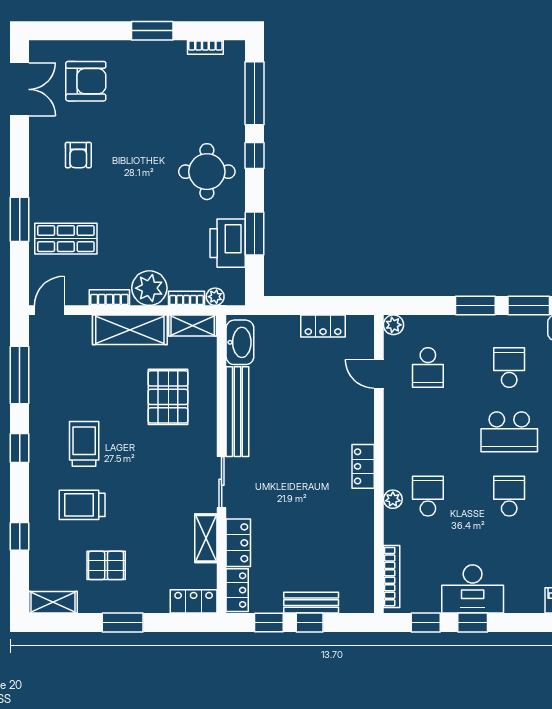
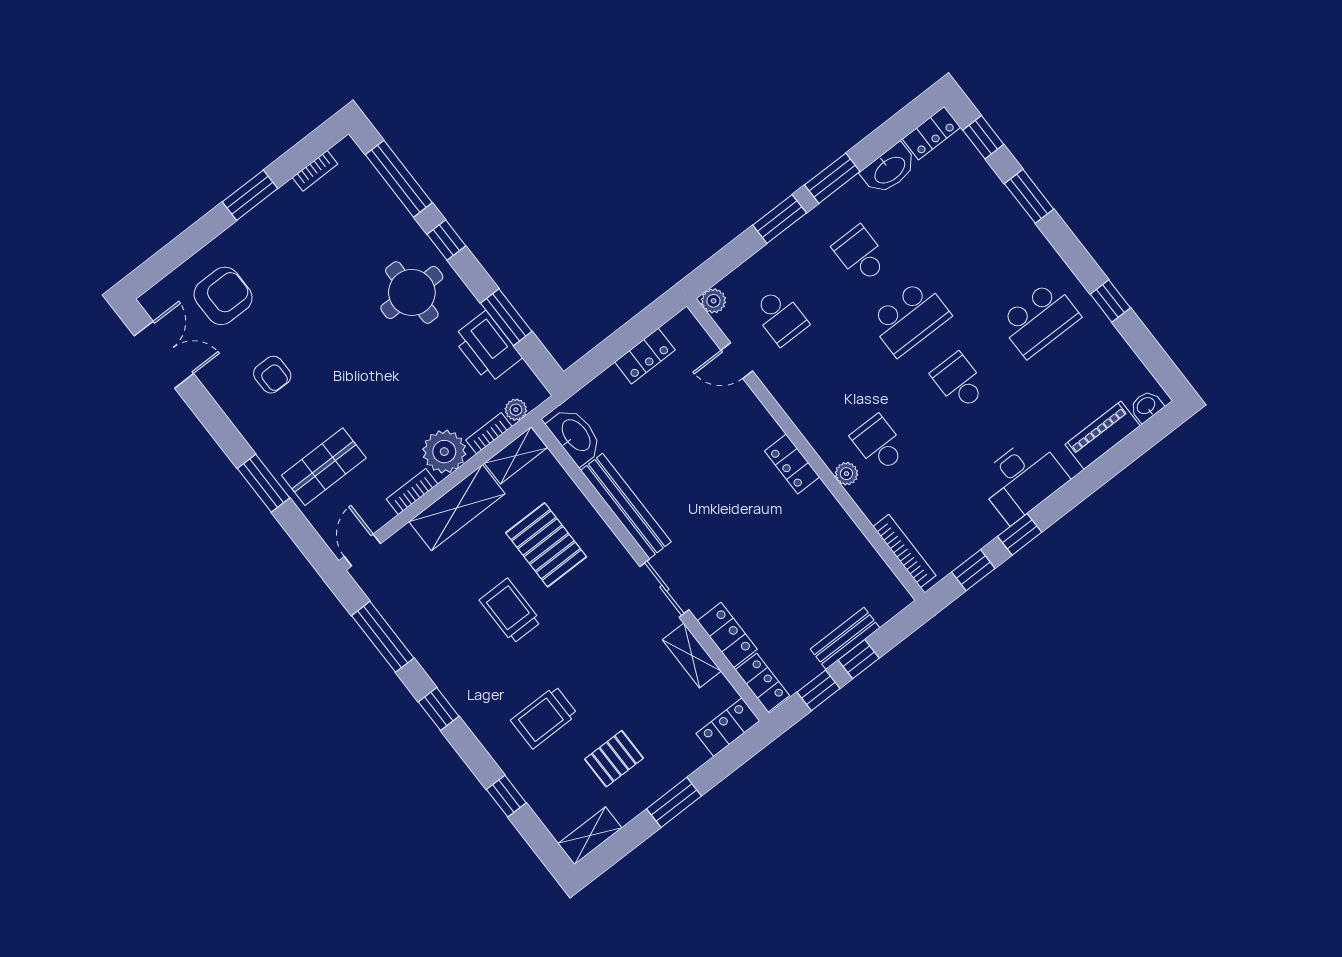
trolley: (84, 444) -> (510, 611), moved
desk: (473, 589) -> (1022, 479), moved

